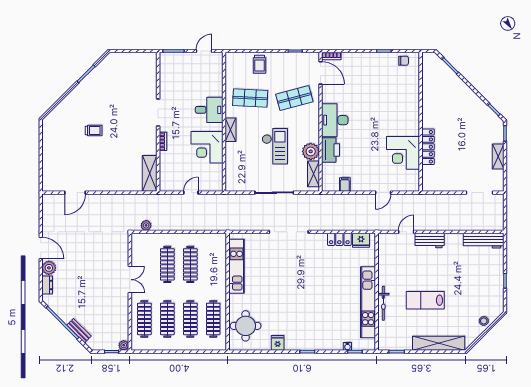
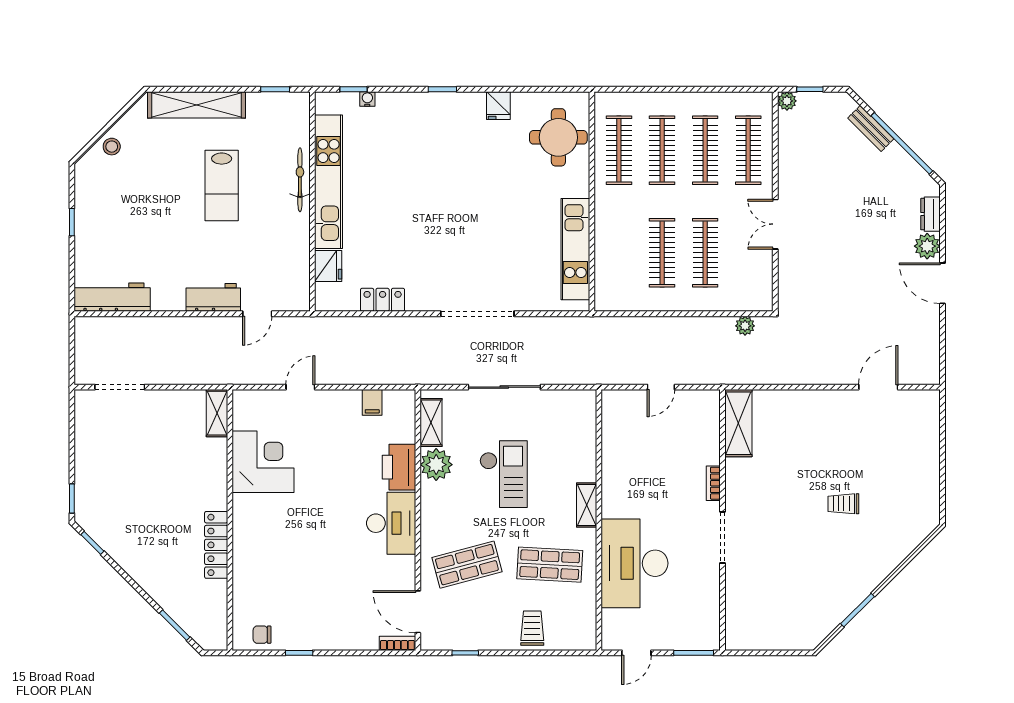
desk: (209, 110) -> (634, 563), width x1.87, depth x1.30
checkout: (275, 146) -> (504, 474), turned 180
corner desk: (207, 147) -> (631, 472), removed
locker: (428, 147) -> (216, 545), moved
shelving: (498, 156) -> (217, 413), moved
fridge: (361, 240) -> (328, 266), moved, turned 90
lab bench: (425, 300) -> (222, 185), turned 90

